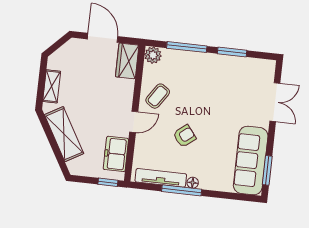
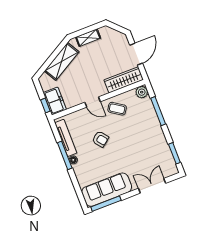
window: (232, 52) -> (174, 153), moved
wardrobe: (127, 61) -> (124, 80), width x1.50
double door: (275, 102) -> (152, 186), swing flipped
freezer: (116, 154) -> (55, 101), moved, turned 90
window: (267, 170) -> (106, 204), width x1.44

